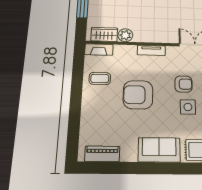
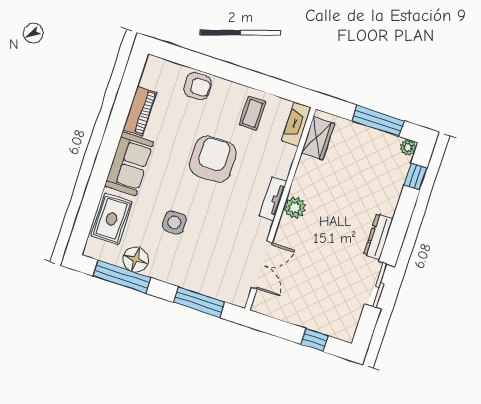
plant: (125, 35) -> (295, 208), moved
armchair: (183, 84) -> (198, 86), moved, turned -90
piano: (102, 154) -> (140, 111), moved

